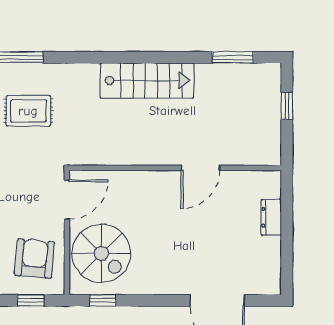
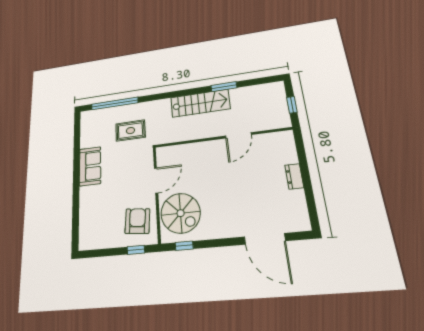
window: (233, 57) -> (224, 87), moved
wall: (175, 168) -> (222, 137), moved
door: (200, 168) -> (238, 135), moved

